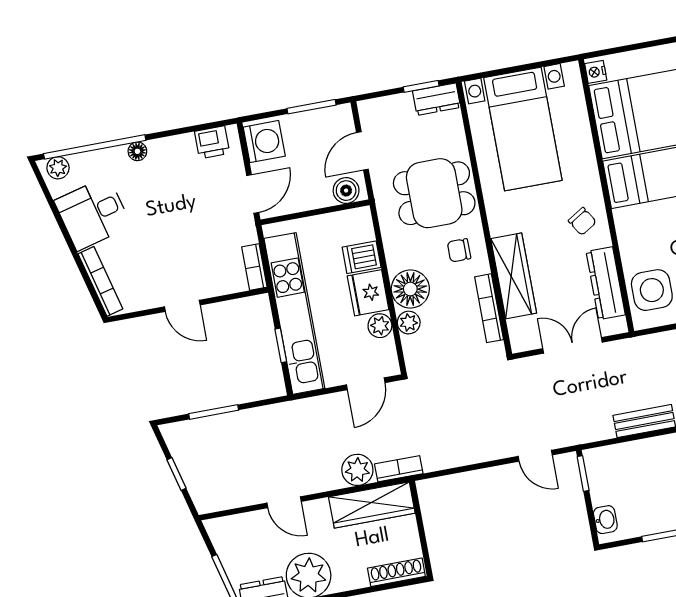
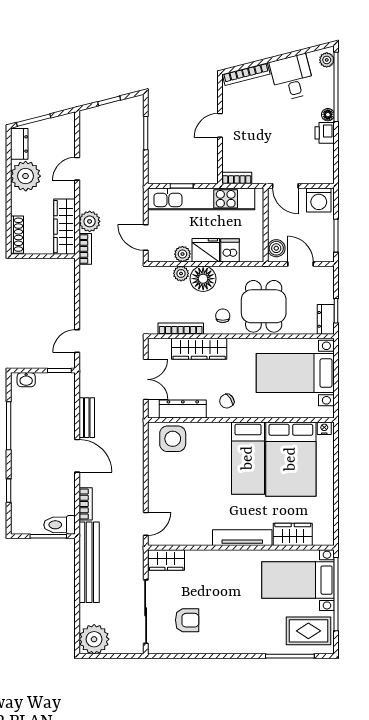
printer: (212, 142) -> (325, 133), moved

